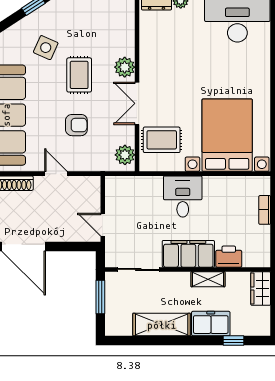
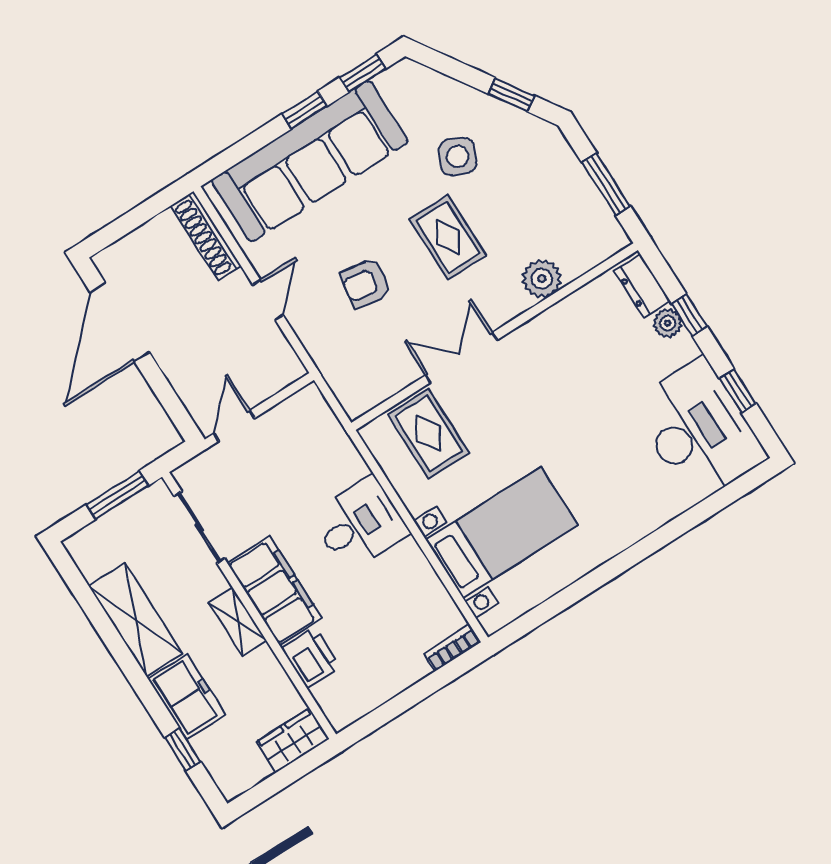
plant: (125, 67) -> (542, 279), moved
rug: (79, 75) -> (448, 237), turned 90
armchair: (76, 125) -> (366, 284), turned 100
bed with nightstands: (227, 135) -> (502, 532), width x0.73
plant: (125, 155) -> (367, 390), removed
bookcase: (265, 210) -> (452, 648), moved
shelving: (208, 279) -> (238, 622), moved

